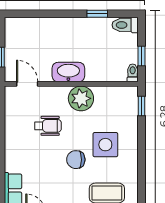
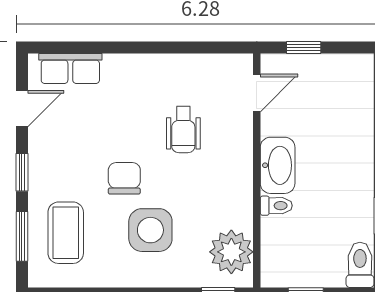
toilet: (133, 73) -> (276, 206), moved
plant: (81, 98) -> (231, 252), moved

